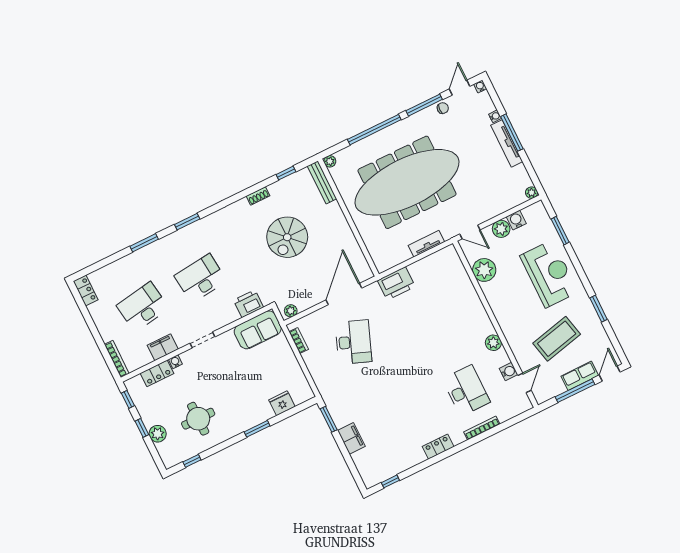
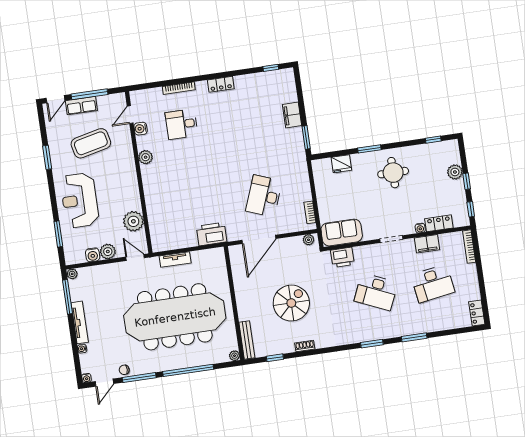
window: (512, 133) -> (67, 297), moved
desk: (201, 278) -> (376, 292), turned 30
desk: (466, 391) -> (182, 124), width x0.73
round table: (198, 419) -> (393, 173), moved

